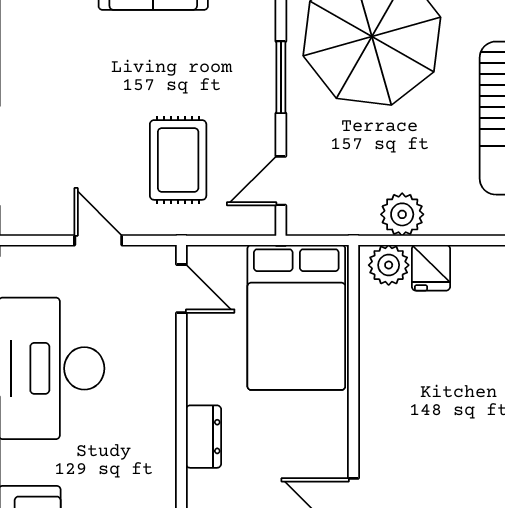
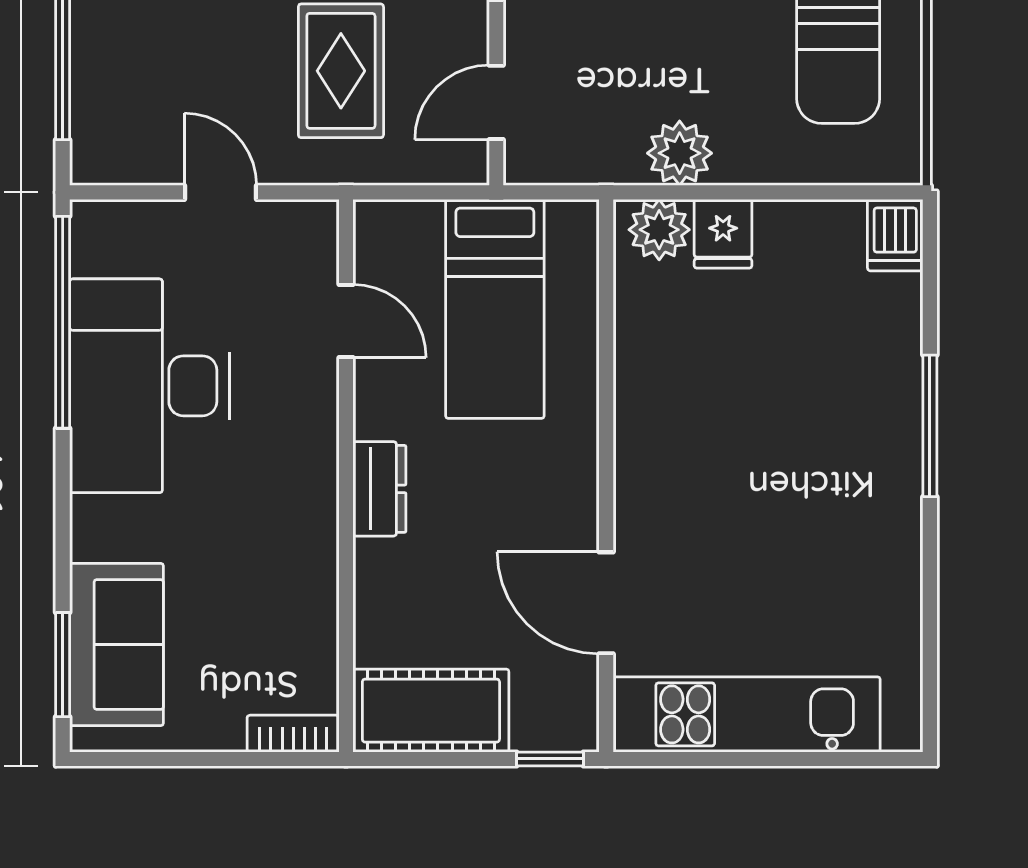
door: (181, 289) -> (346, 321), moved
bed: (296, 317) -> (495, 309), width x0.67

